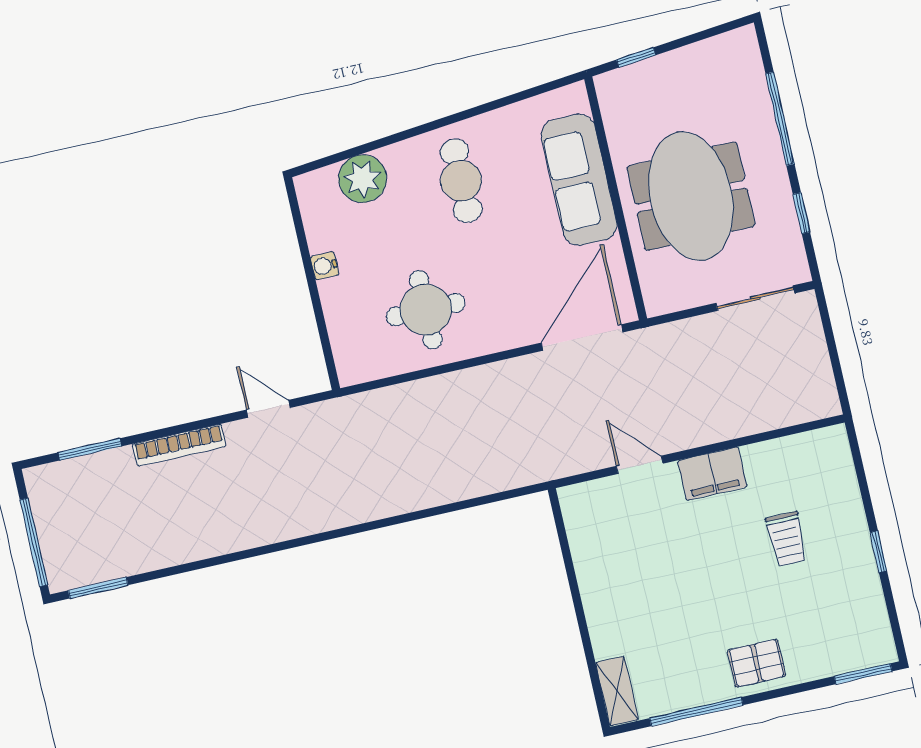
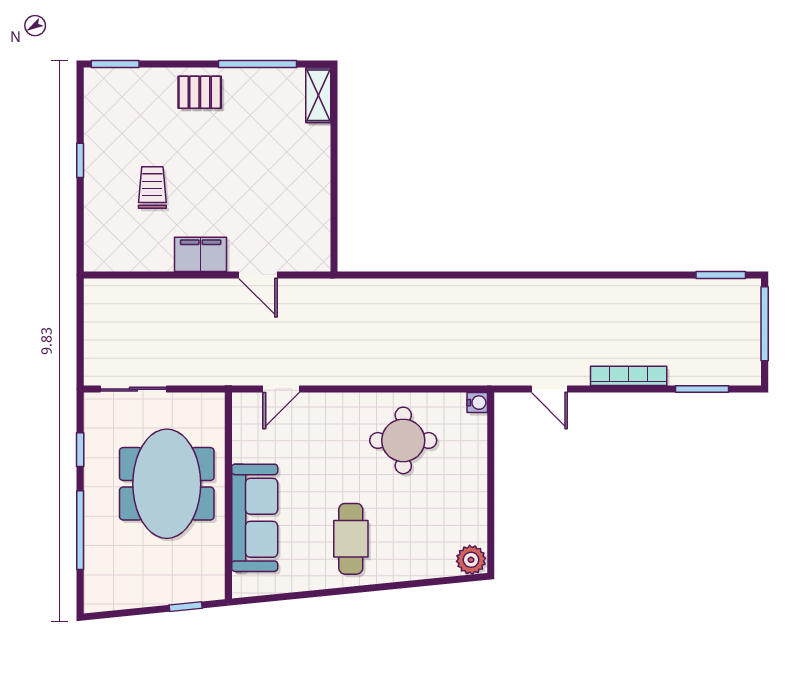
plant: (363, 179) -> (471, 560), moved, width x0.73, depth x0.73
water cooler: (325, 266) -> (477, 403), moved
door: (582, 337) -> (281, 389), width x0.53

